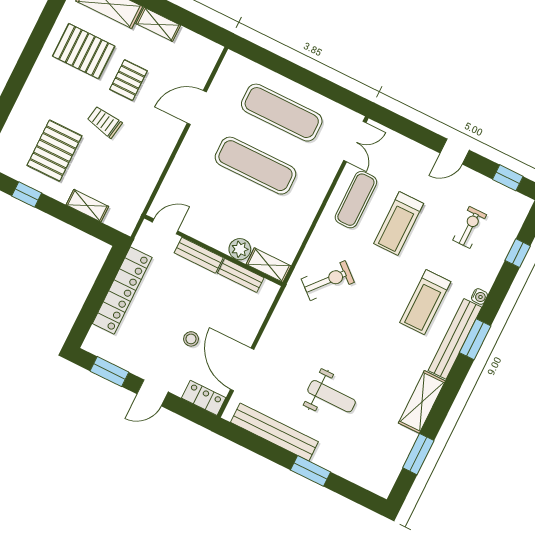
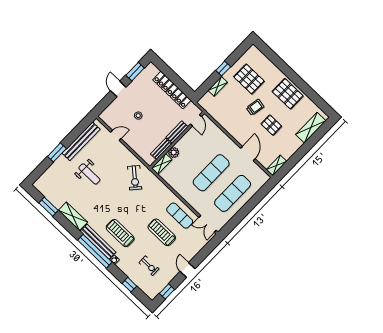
shelving: (158, 24) -> (276, 165), moved
pallet: (84, 51) -> (288, 94), moved, turned 90
window: (27, 194) -> (223, 69), moved
exercise bike: (328, 281) -> (135, 178), moved
window: (475, 339) -> (95, 251), width x2.11
door: (242, 369) -> (116, 135), width x0.53
weight bench: (332, 396) -> (89, 174), turned -90
locker: (204, 398) -> (108, 113), removed

